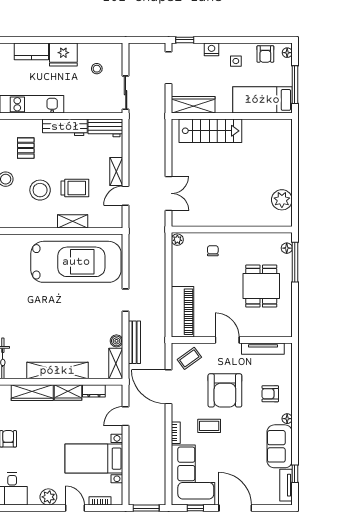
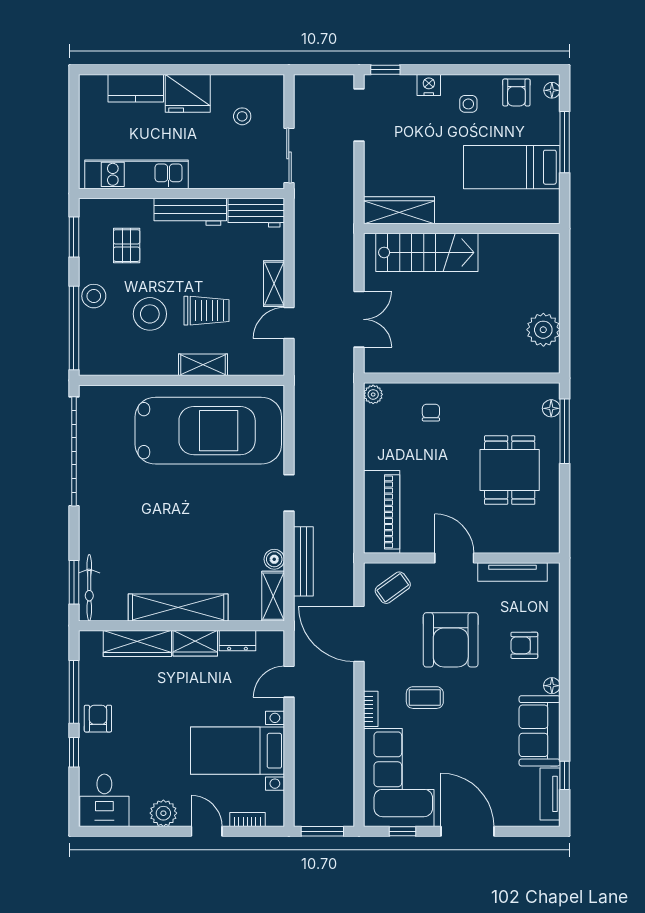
wardrobe: (193, 105) -> (399, 210), moved
wall: (232, 116) -> (462, 229), moved
stairs: (210, 131) -> (427, 252), moved

